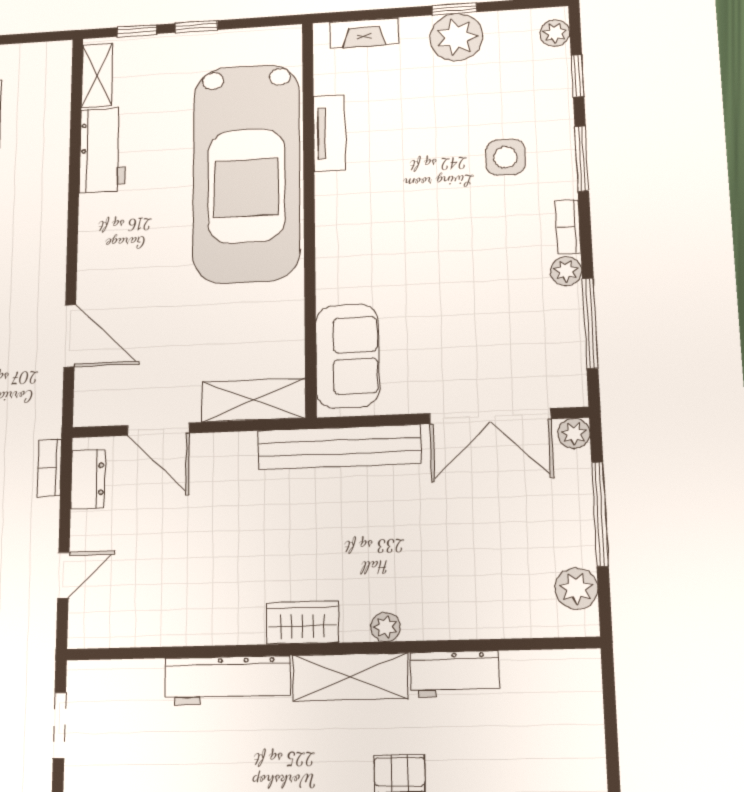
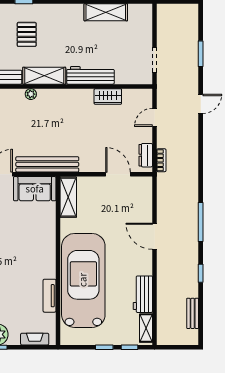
door: (70, 336) -> (155, 236), moved
sofa: (347, 356) -> (35, 189), moved, turned -90
shelving: (253, 400) -> (68, 197), moved, turned 90
wardrobe: (302, 623) -> (108, 96), moved

